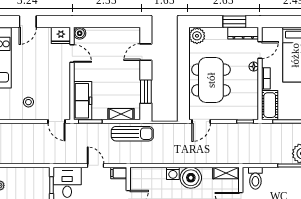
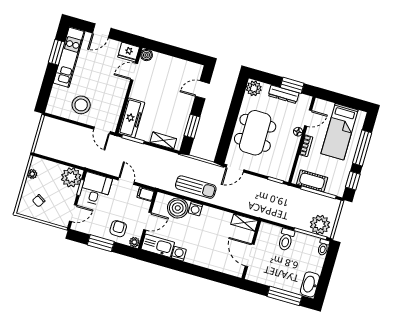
dresser: (243, 33) -> (284, 94), moved
door: (72, 53) -> (134, 72), swing flipped
stool: (28, 102) -> (81, 105), width x1.89, depth x1.89
cot: (270, 105) -> (312, 181), moved, turned 90
sun lounger: (132, 134) -> (196, 187), moved
plant: (39, 178) -> (71, 177), added
boiler: (191, 178) -> (178, 208), moved
toilet: (255, 178) -> (286, 240), moved

